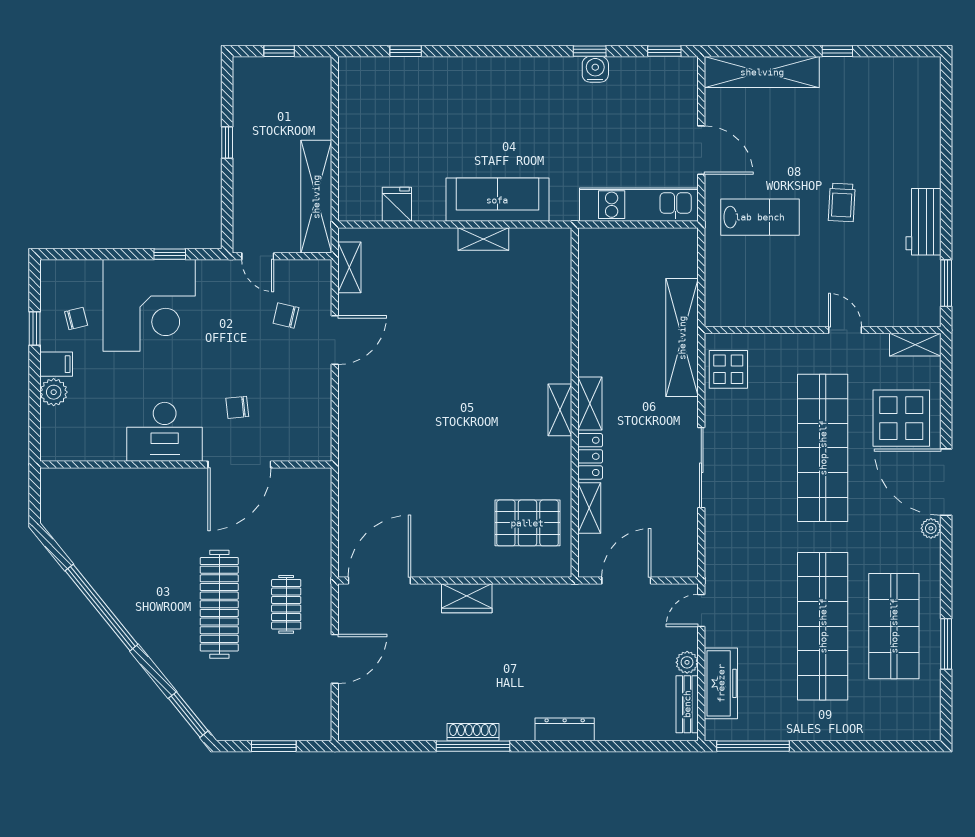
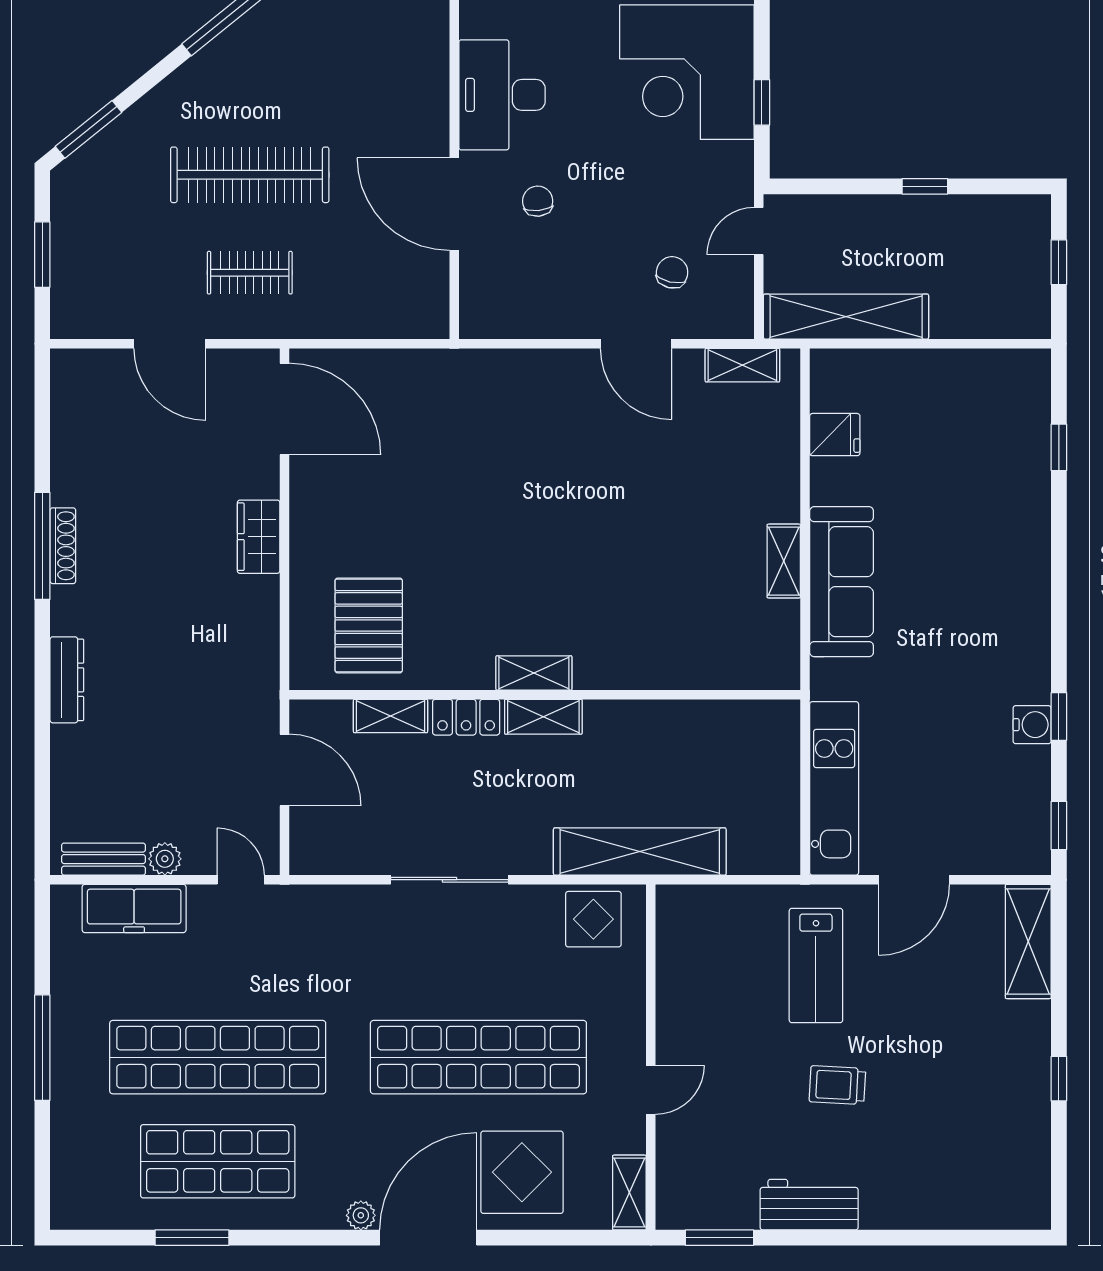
shelving: (762, 72) -> (1028, 941), width x0.68
window: (753, 746) -> (42, 1048), moved

